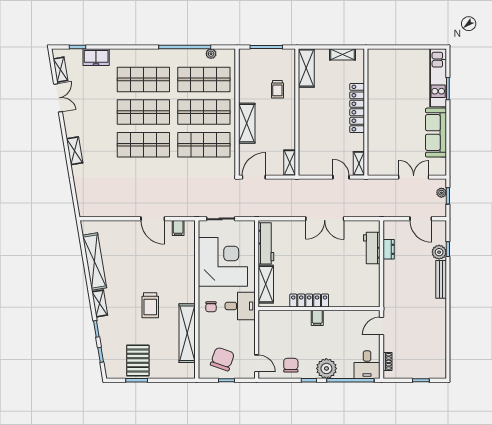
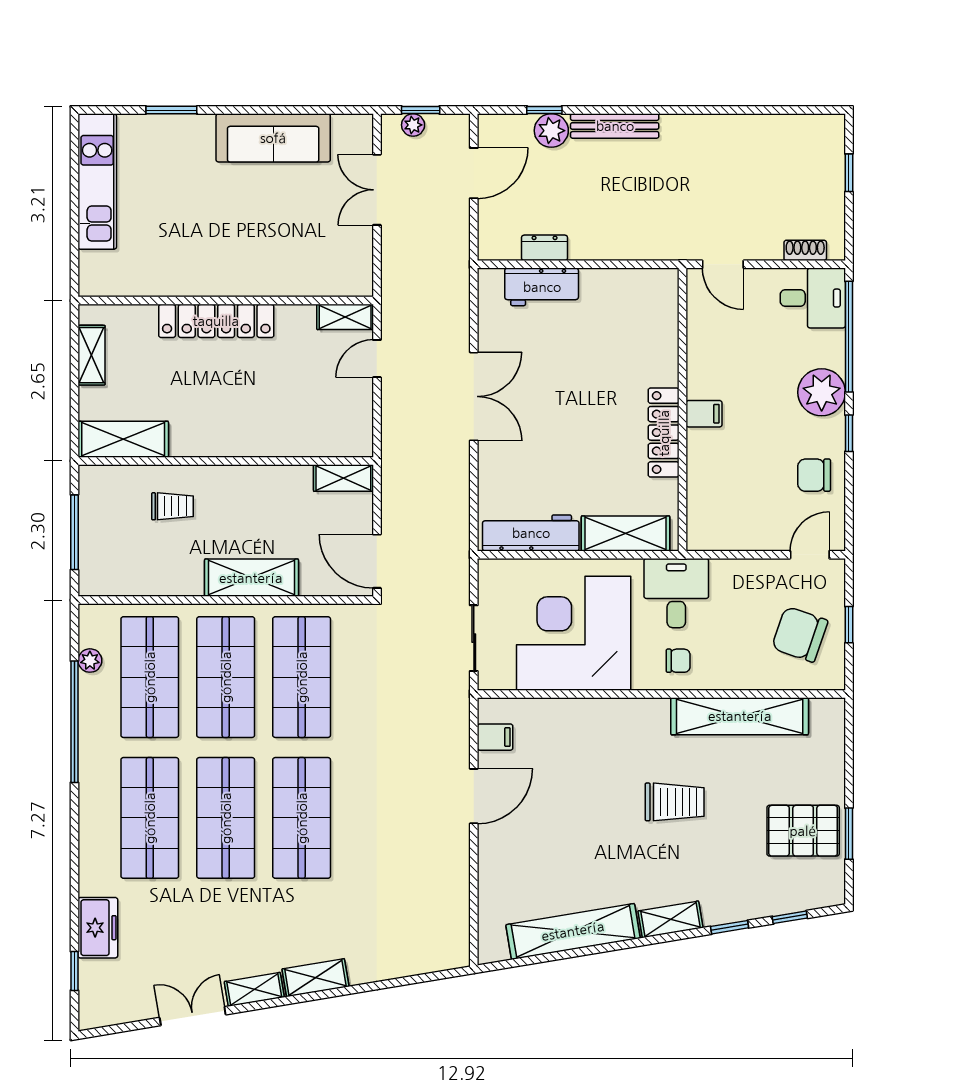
shelving: (60, 70) -> (254, 989), moved
kitchen unit: (438, 78) -> (97, 181), moved, turned -90

